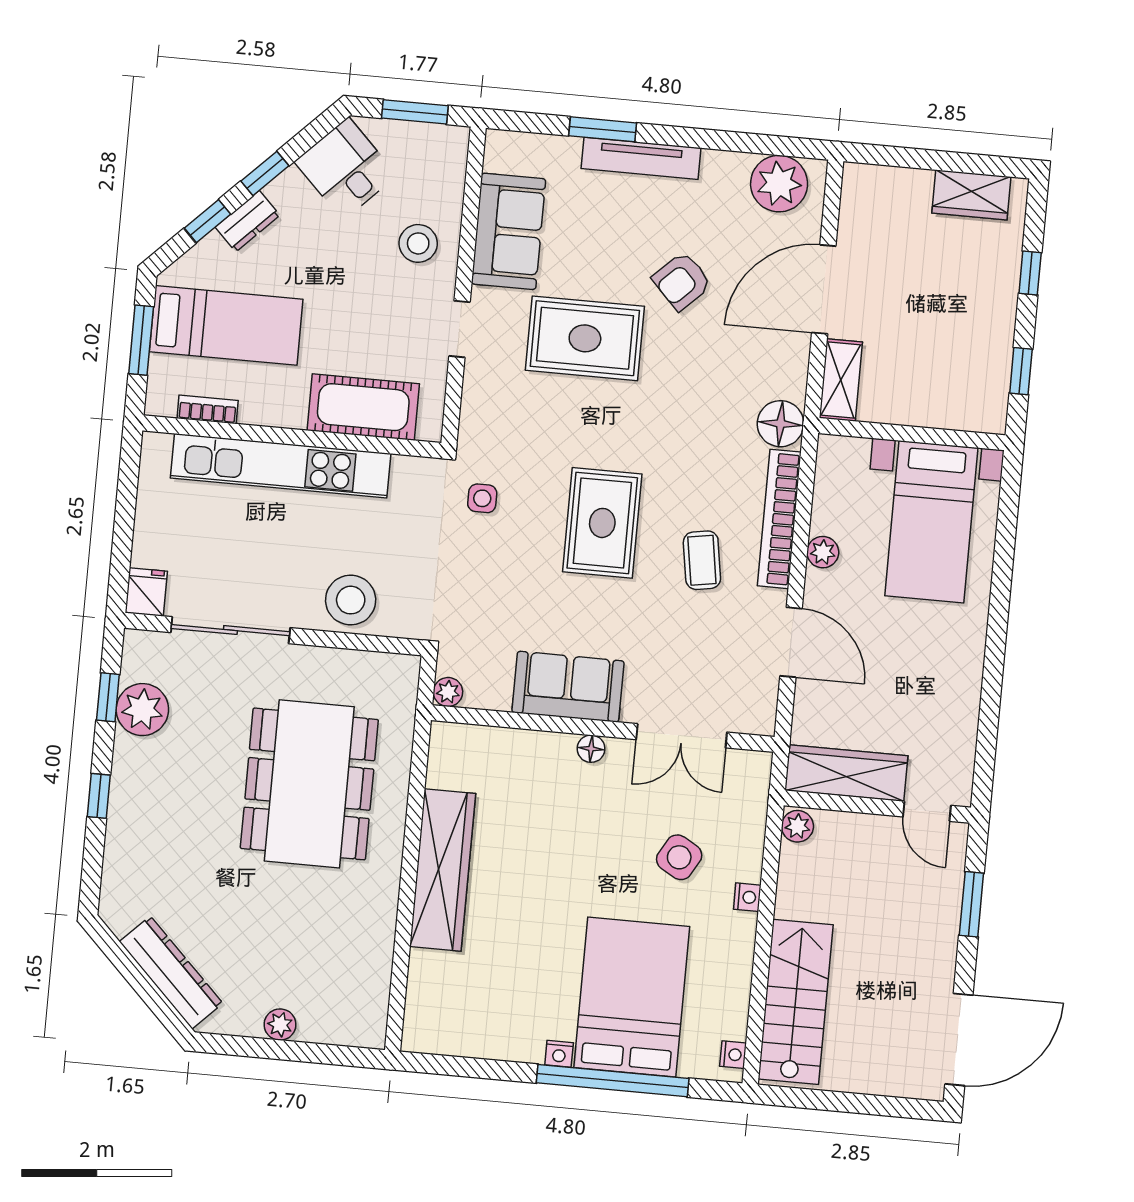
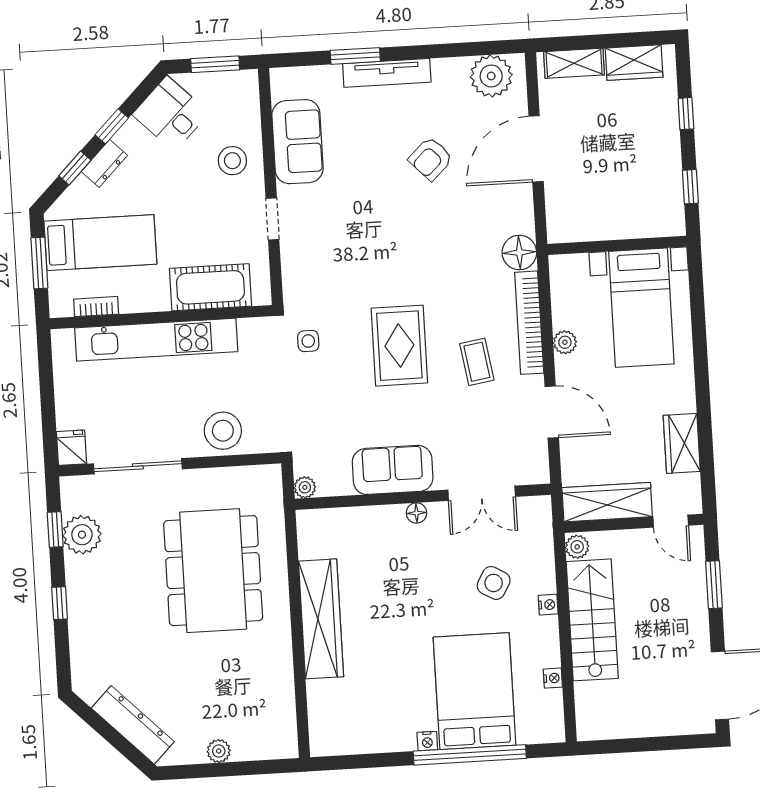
rug: (585, 338) -> (366, 212), removed
shelving: (841, 380) -> (574, 63), moved, turned 90
wardrobe: (957, 710) -> (682, 443), added
stairs: (796, 1002) -> (592, 620), moved
nightstand: (733, 1055) -> (553, 678), moved

